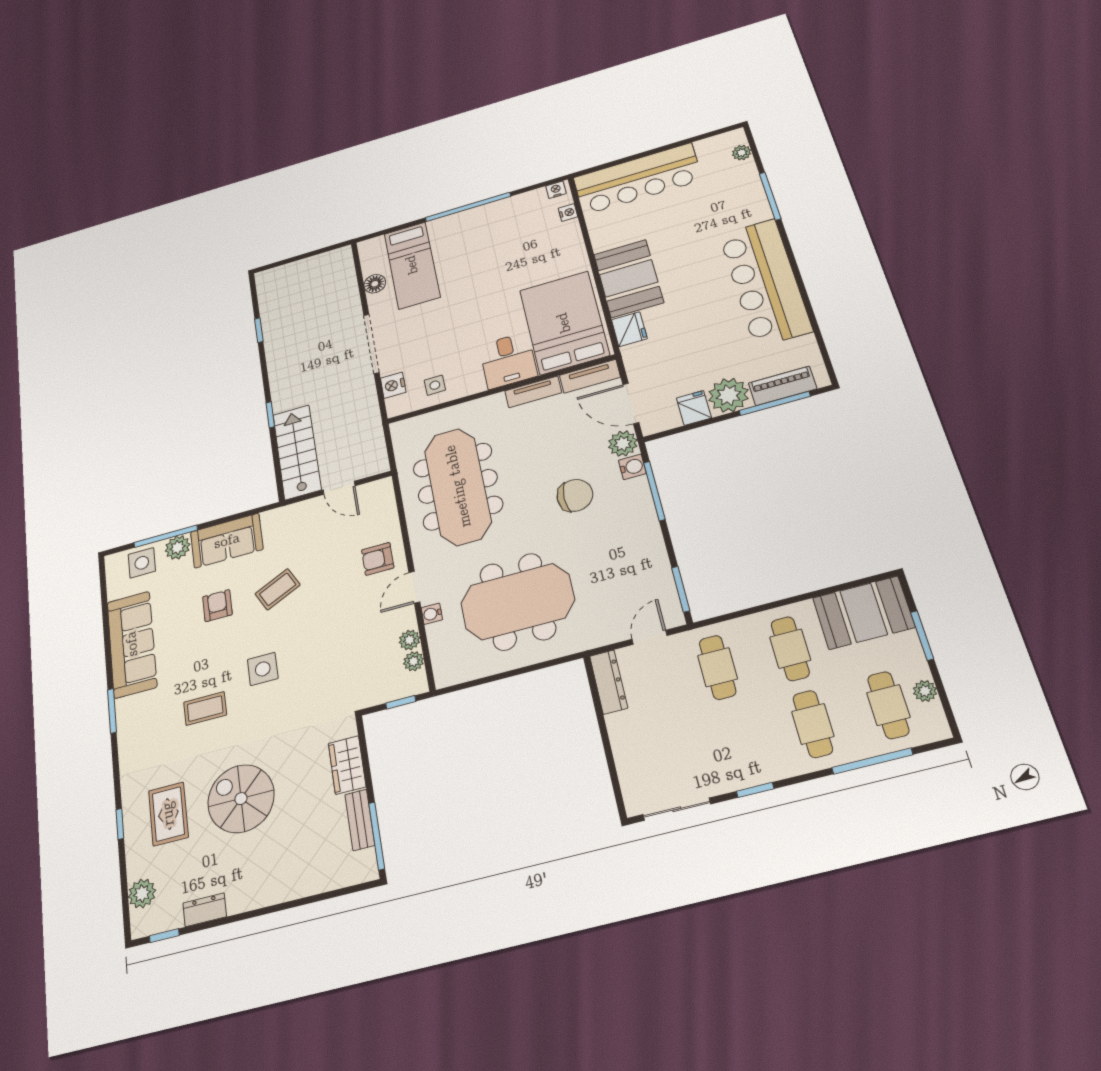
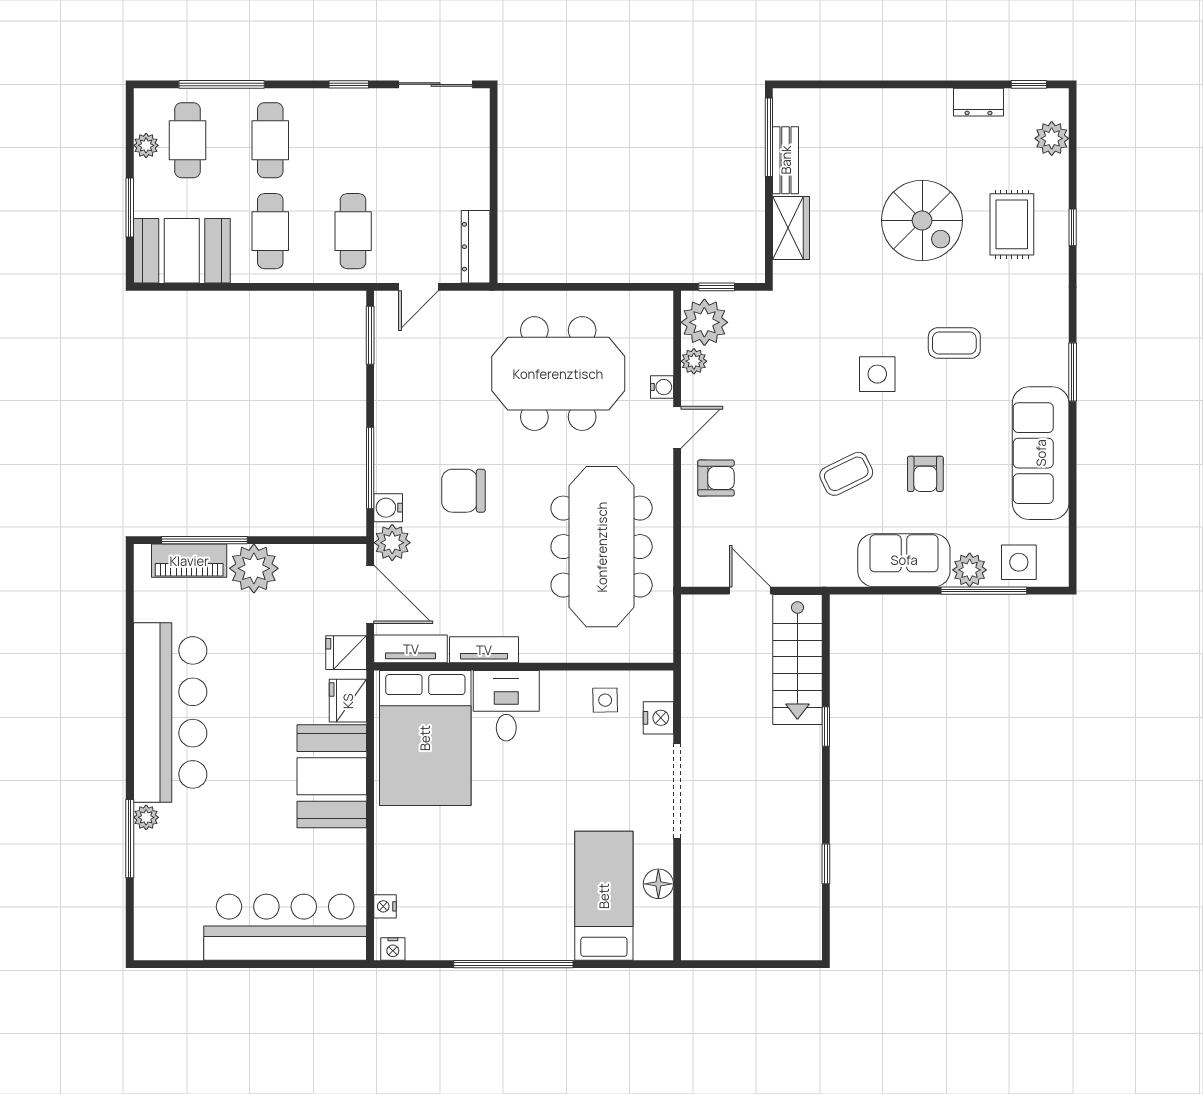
plant: (742, 153) -> (146, 817), moved
fridge: (694, 408) -> (346, 653), moved, turned 90
plant: (414, 661) -> (704, 322), width x1.88, depth x1.88

